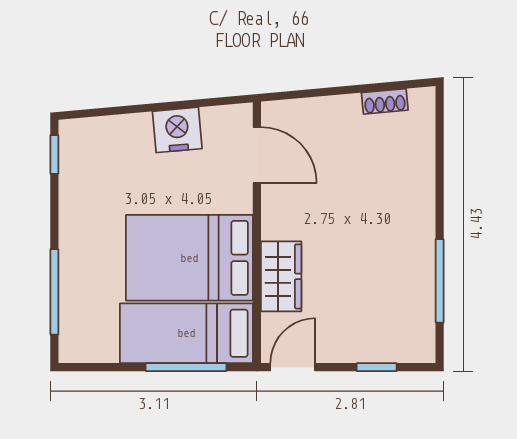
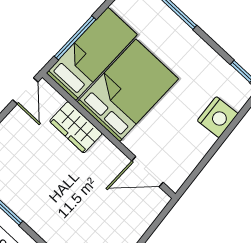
nightstand: (177, 130) -> (218, 117), moved

